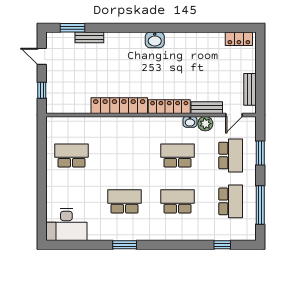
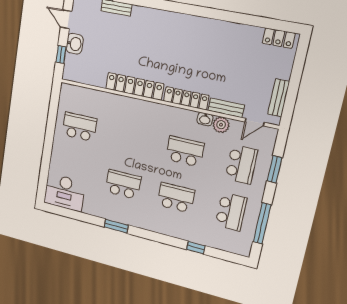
washbasin: (155, 40) -> (75, 44), moved, turned -90
window: (222, 245) -> (196, 248), moved

